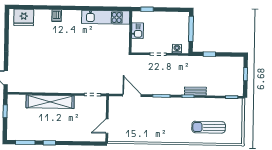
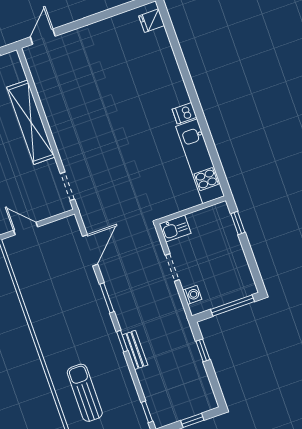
dishwasher: (57, 16) -> (185, 113), moved
fridge: (24, 17) -> (152, 21), width x0.53, depth x0.75
kitchen sink: (138, 31) -> (175, 229), moved

